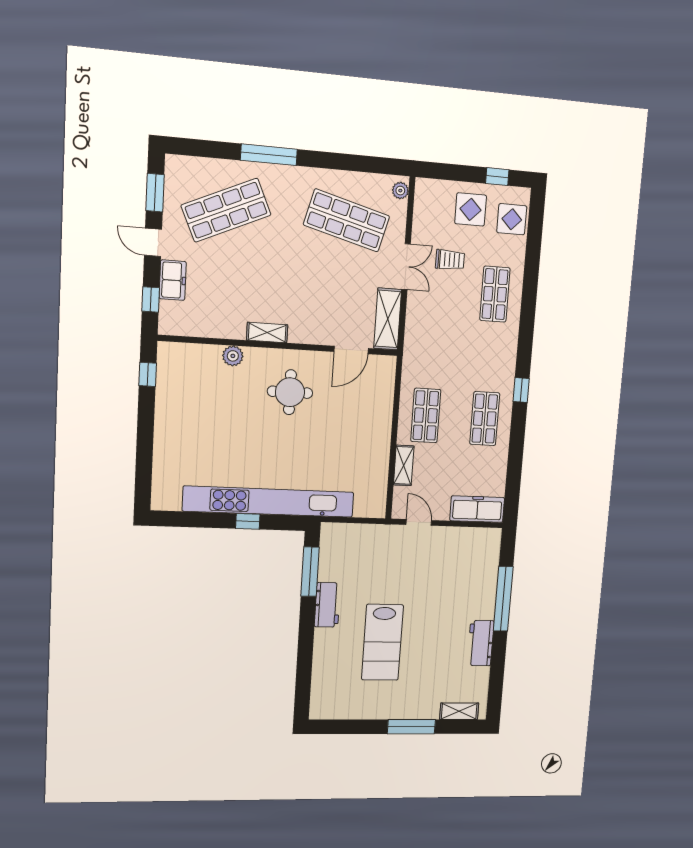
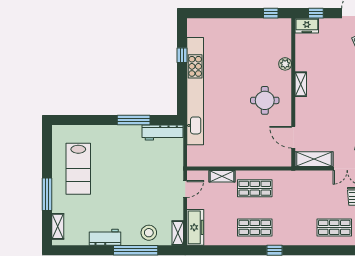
freezer: (173, 280) -> (307, 26), moved
window: (248, 521) -> (182, 55), moved
shelving: (483, 536) -> (178, 233), added
window: (310, 572) -> (134, 120), moved
stool: (479, 579) -> (149, 233), added
workbench: (327, 605) -> (162, 133), moved, width x1.38
lab bench: (382, 642) -> (78, 169), moved, turned -90

